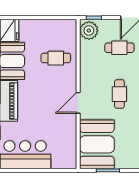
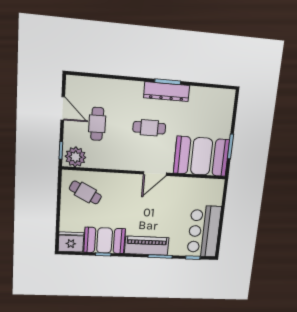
cafe table: (56, 58) -> (85, 192), moved, turned -63
door: (78, 103) -> (155, 174), hinge flipped

